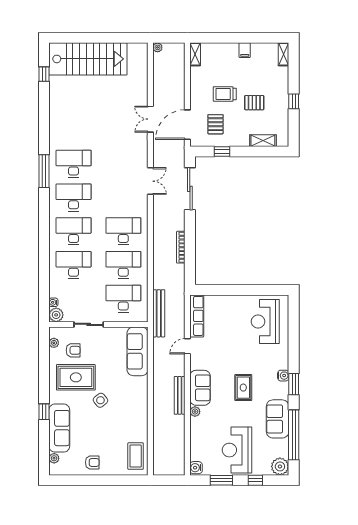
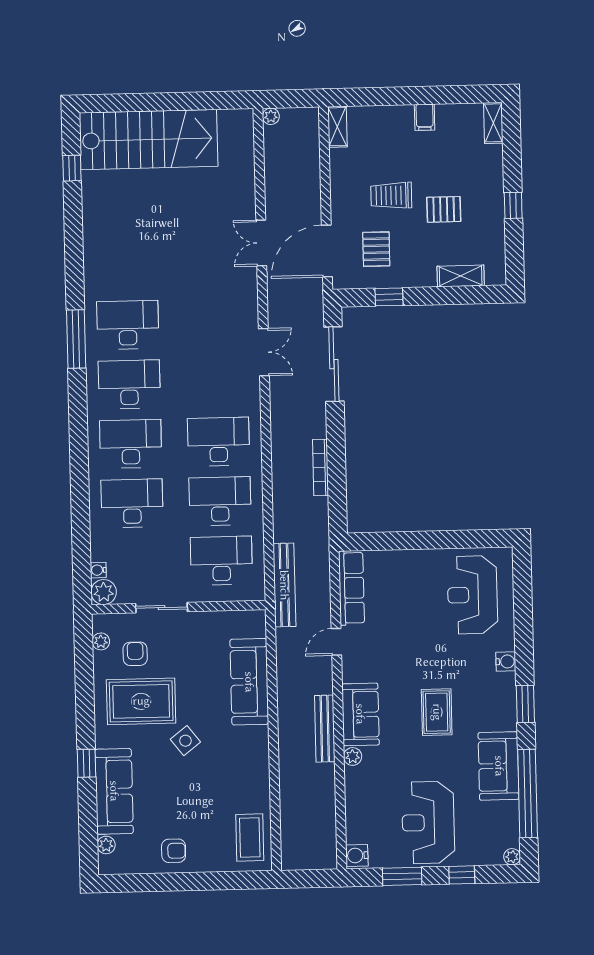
armchair: (73, 350) -> (135, 654), turned -90
sofa: (137, 351) -> (249, 682), moved
water cooler: (283, 376) -> (506, 661), moved
plant: (280, 466) -> (512, 857), width x0.53, depth x0.53

